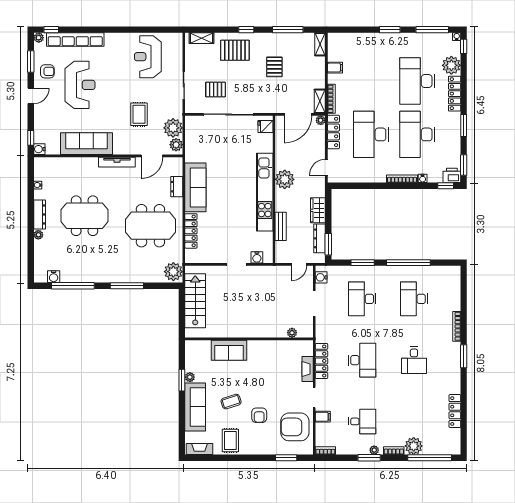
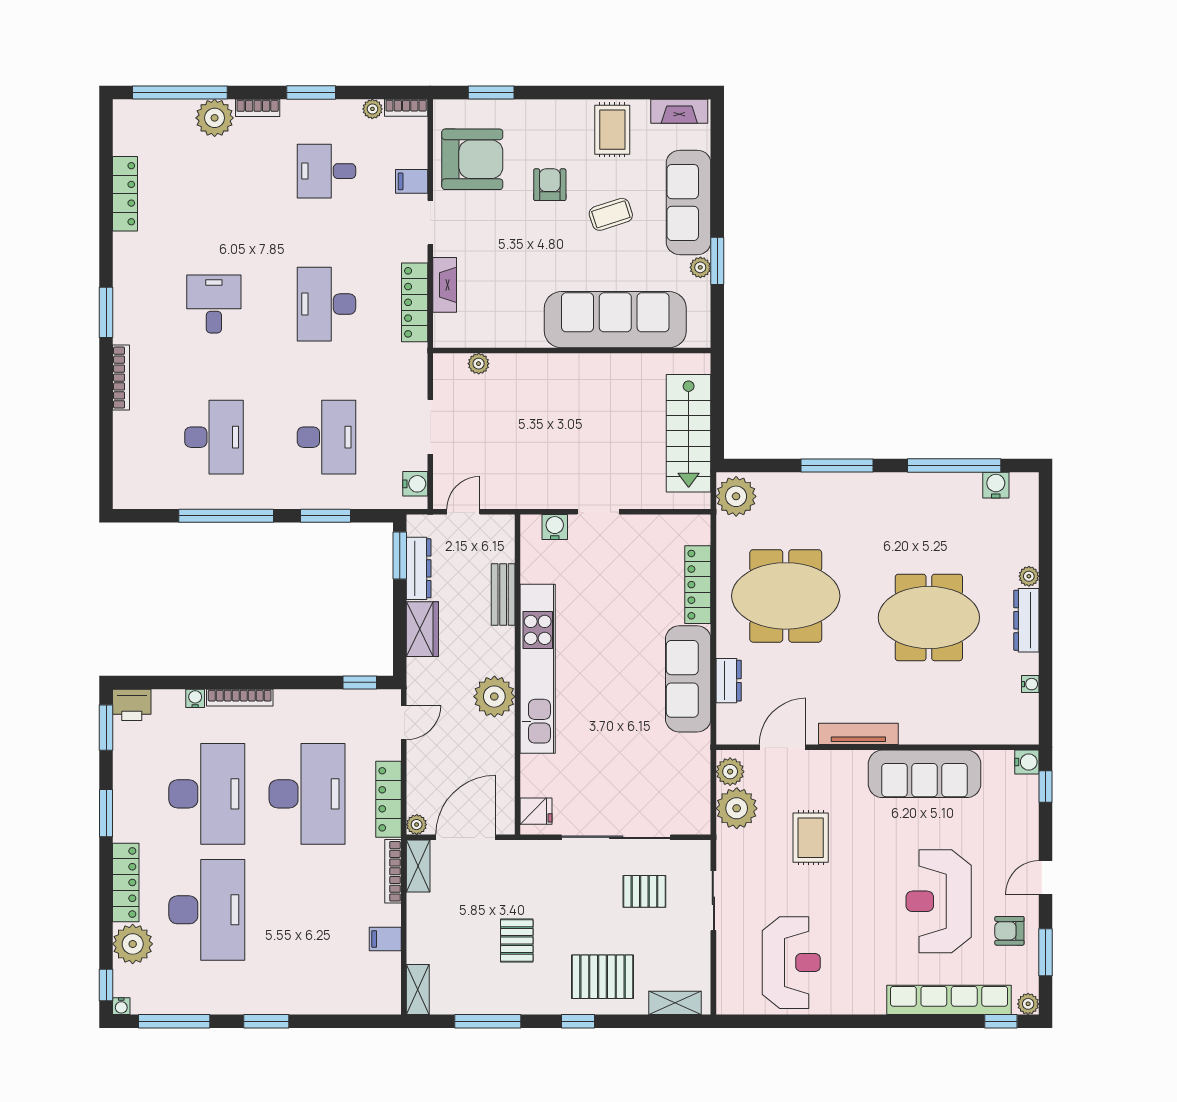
window: (446, 186) -> (360, 682), moved
sofa: (229, 350) -> (615, 320), width x1.85, depth x1.27
plant: (374, 450) -> (372, 109), moved

